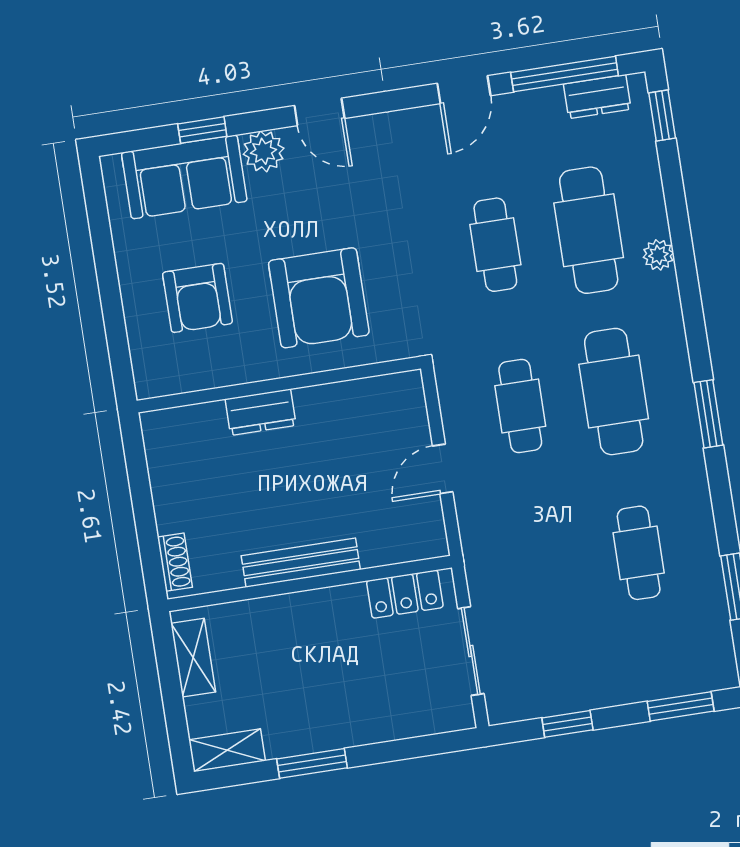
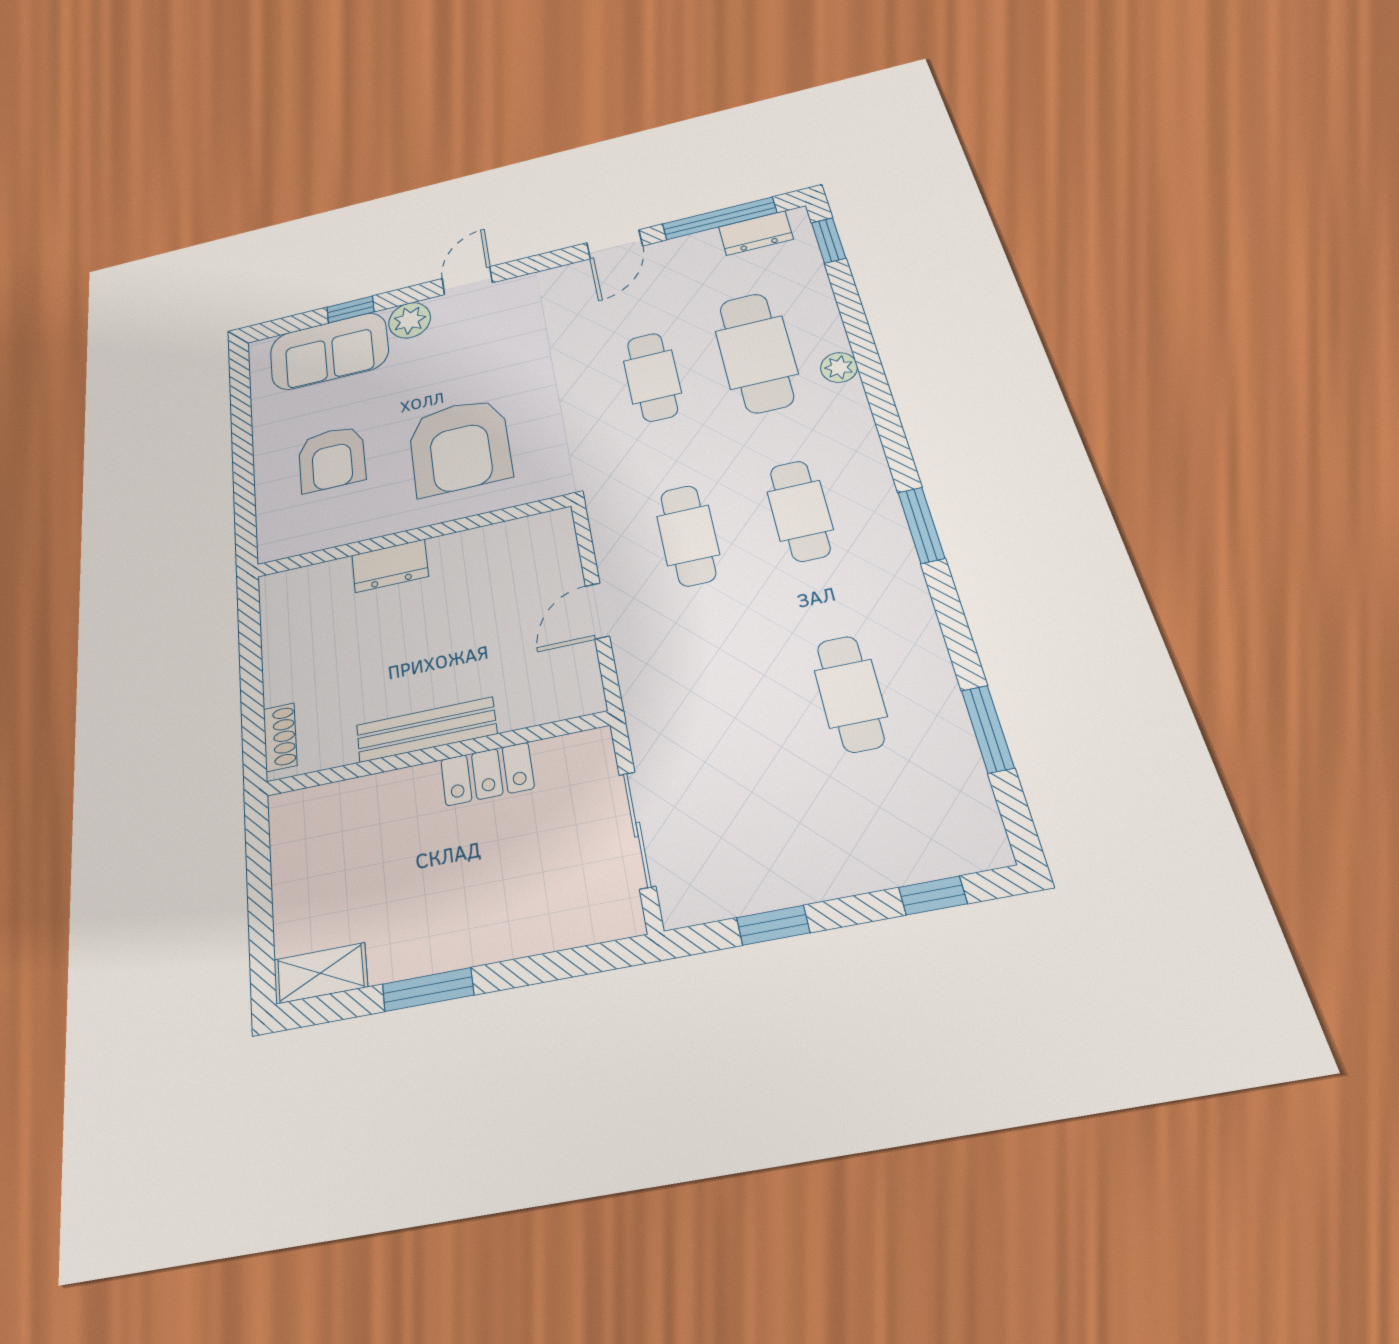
door: (319, 112) -> (467, 281), swing flipped
cafe table: (614, 392) -> (800, 511), width x0.73, depth x0.74
locker: (405, 594) -> (487, 774), moved
shelving: (193, 658) -> (290, 852), removed
window: (681, 706) -> (933, 895), width x0.67

